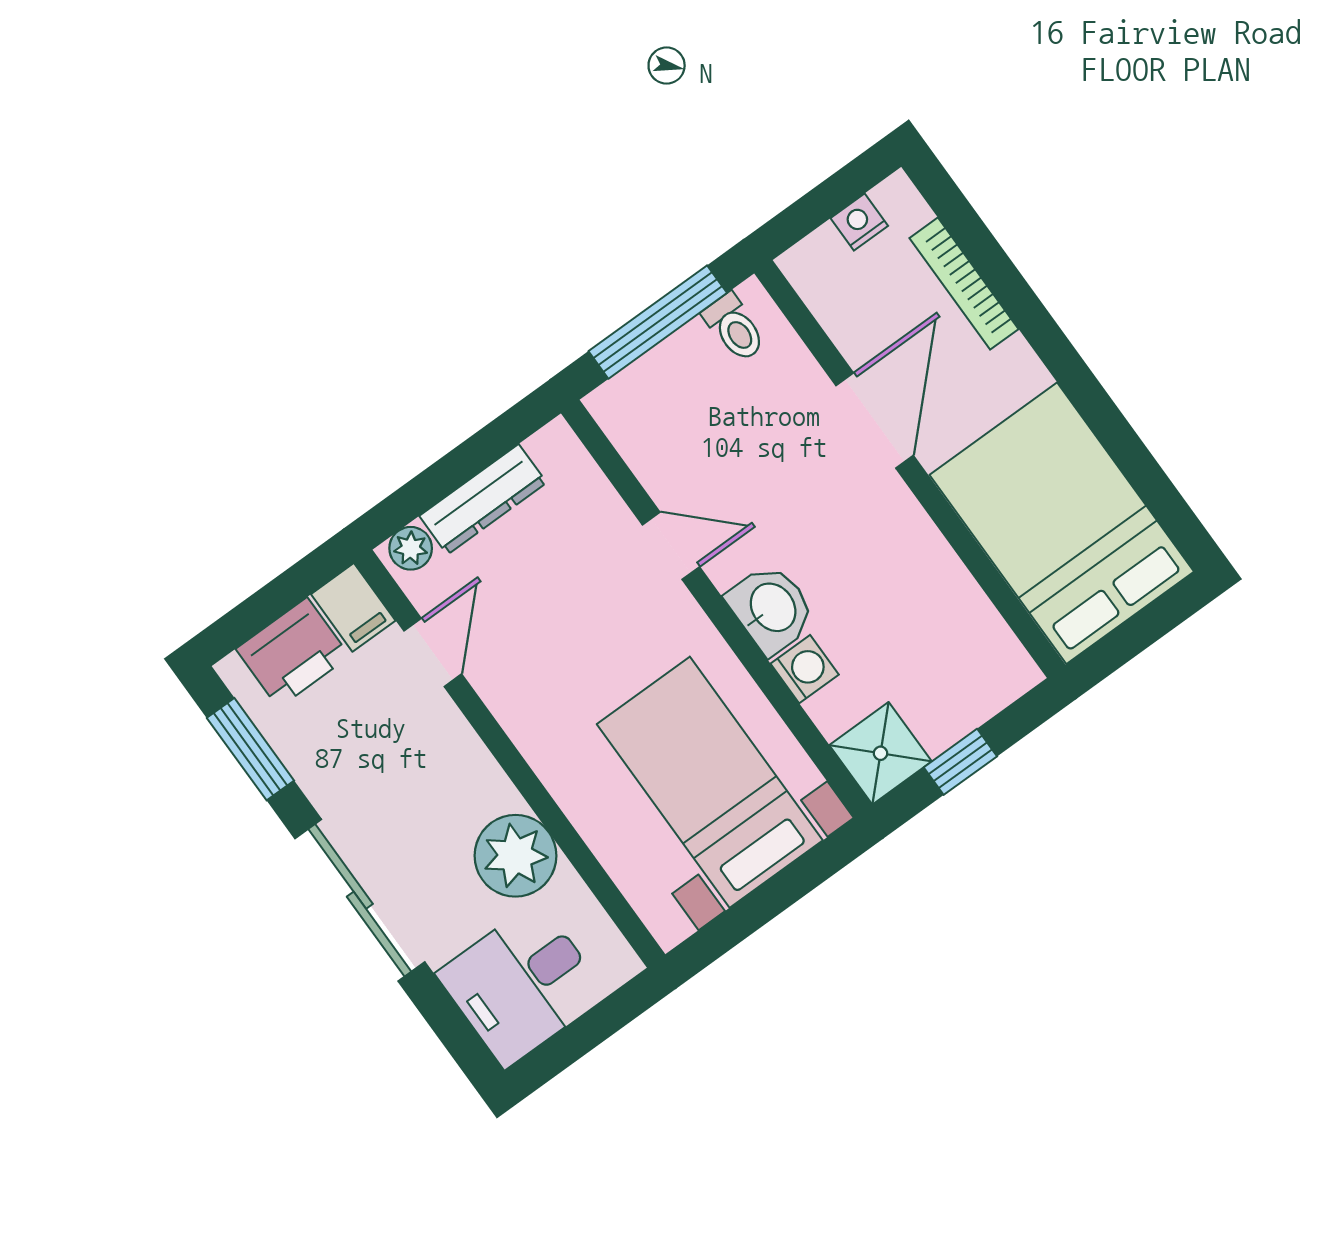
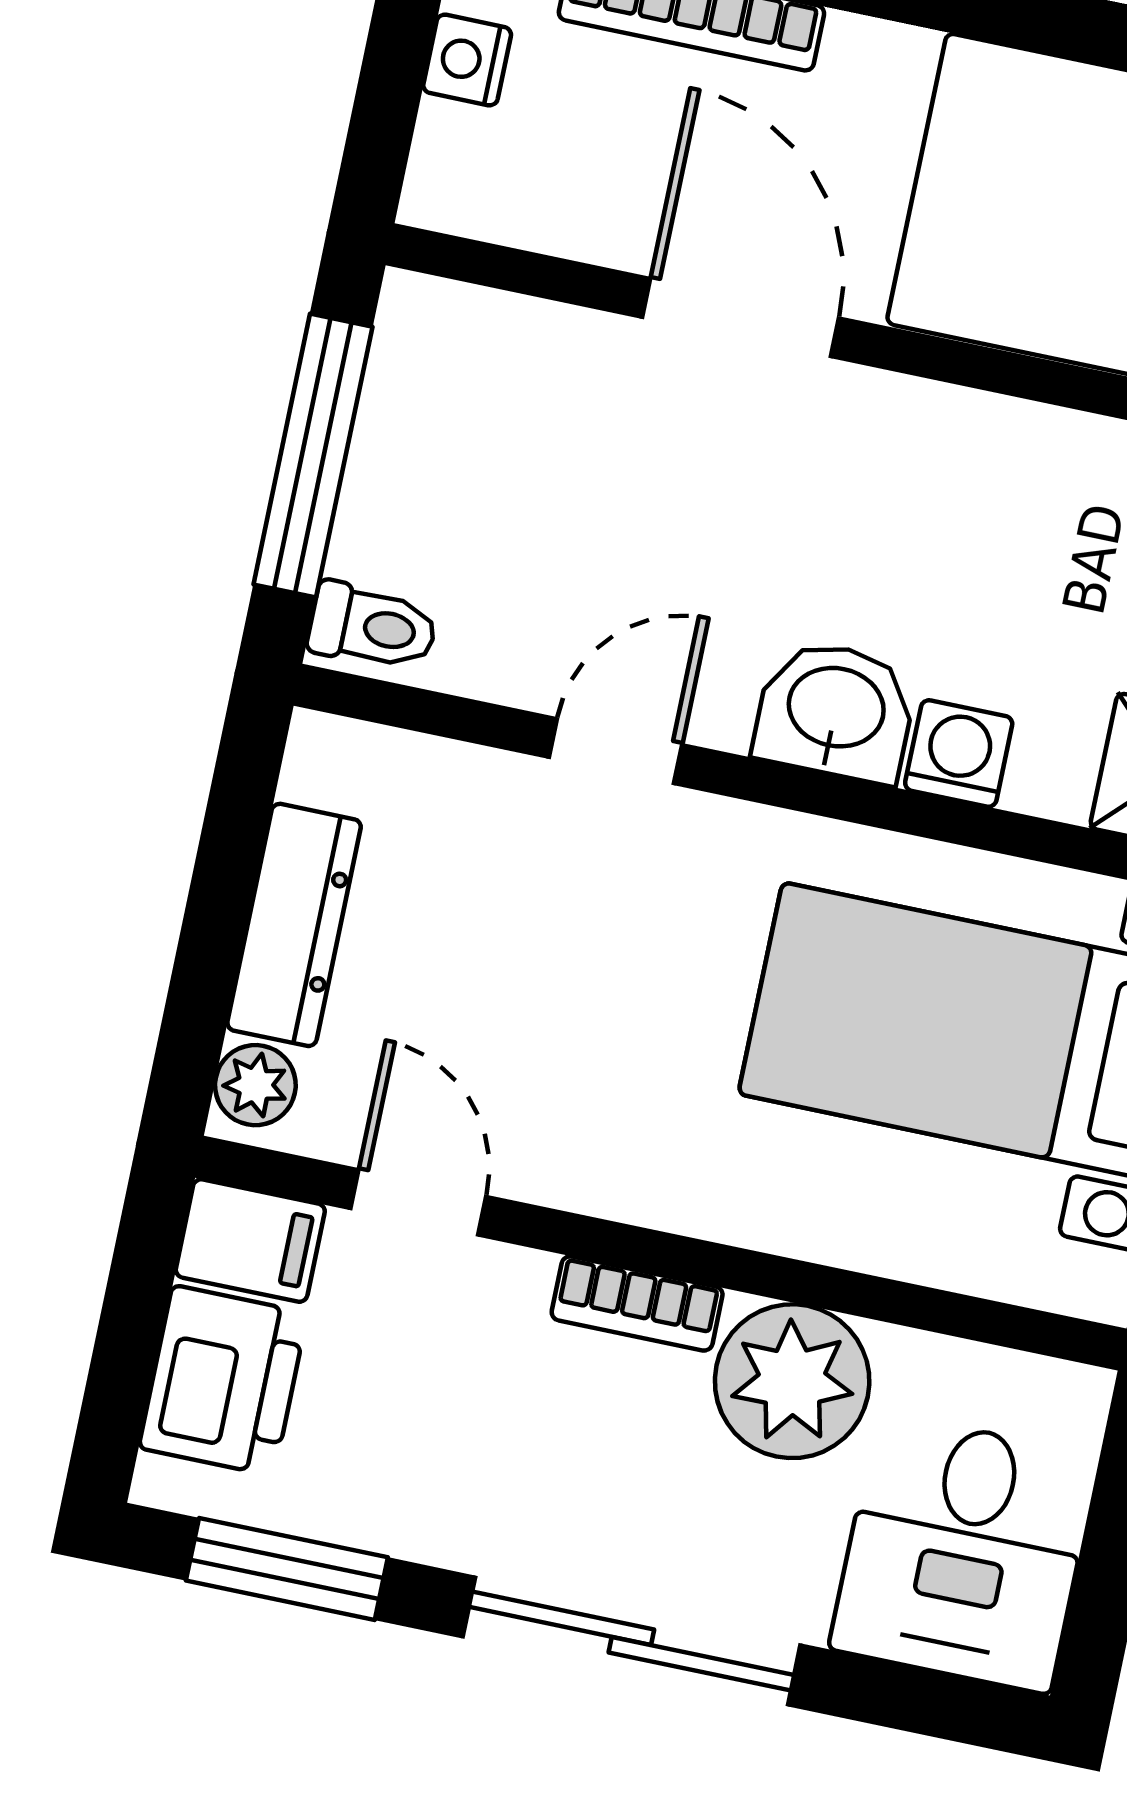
toilet: (734, 328) -> (373, 627), moved
bookcase: (482, 770) -> (637, 1303), added

